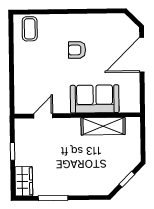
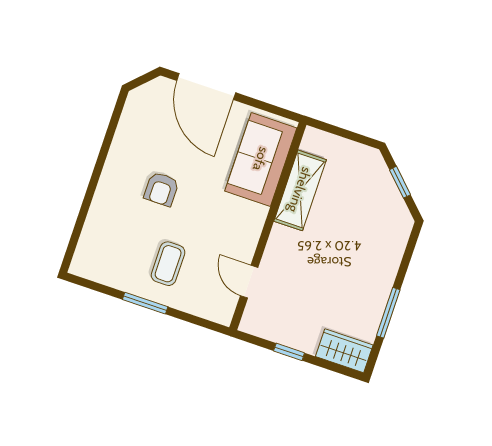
coffee table: (30, 29) -> (168, 264), moved, turned 90
window: (11, 63) -> (145, 303), added
sofa: (95, 99) -> (261, 159), moved

